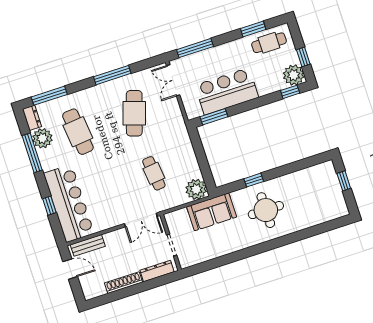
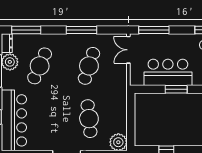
window: (214, 117) -> (176, 89), moved
cafe table: (78, 132) -> (40, 66), turned 30
cafe table: (154, 173) -> (89, 119), width x1.37, depth x1.35

